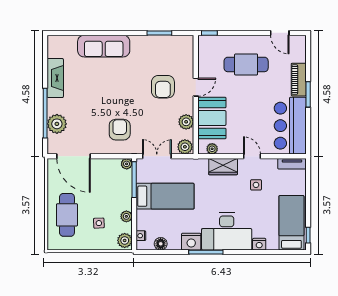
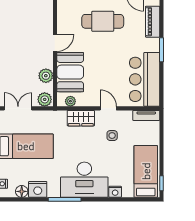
piano: (299, 80) -> (153, 22), moved
armchair: (163, 87) -> (24, 42), removed
nightstand: (191, 242) -> (38, 189), moved

